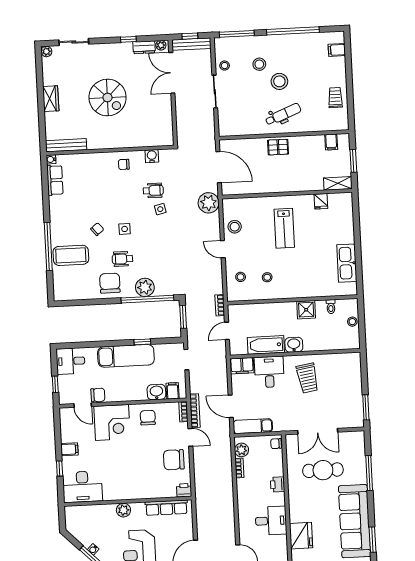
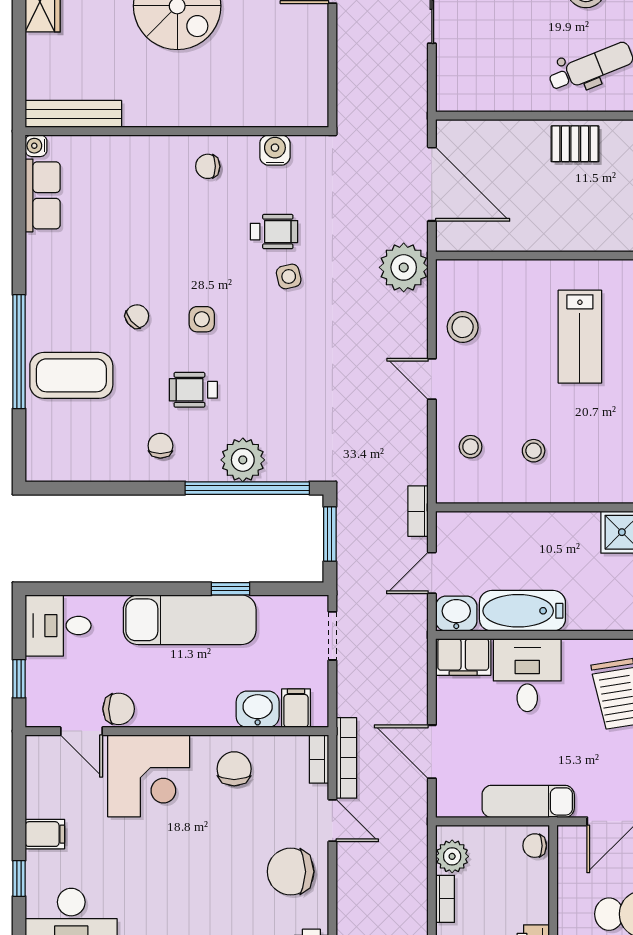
chair: (110, 283) -> (160, 446), width x0.54, depth x0.54
washbasin: (294, 345) -> (456, 614), moved
exam couch: (253, 426) -> (528, 801), moved

